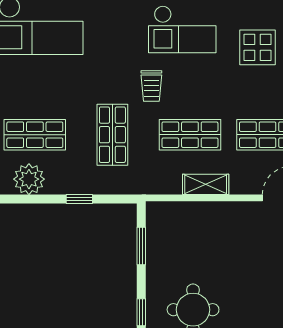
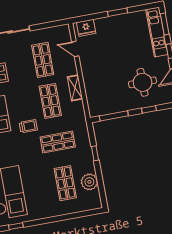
window: (141, 246) -> (114, 116), width x1.44

